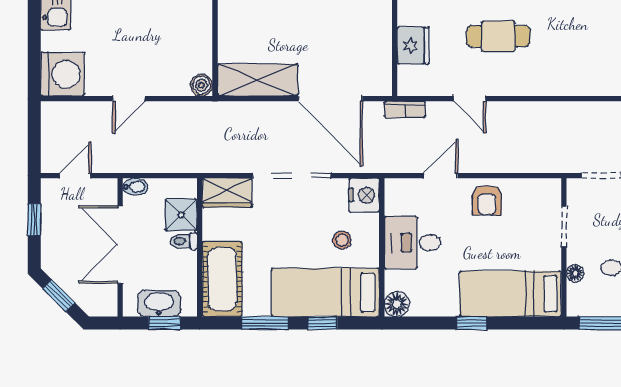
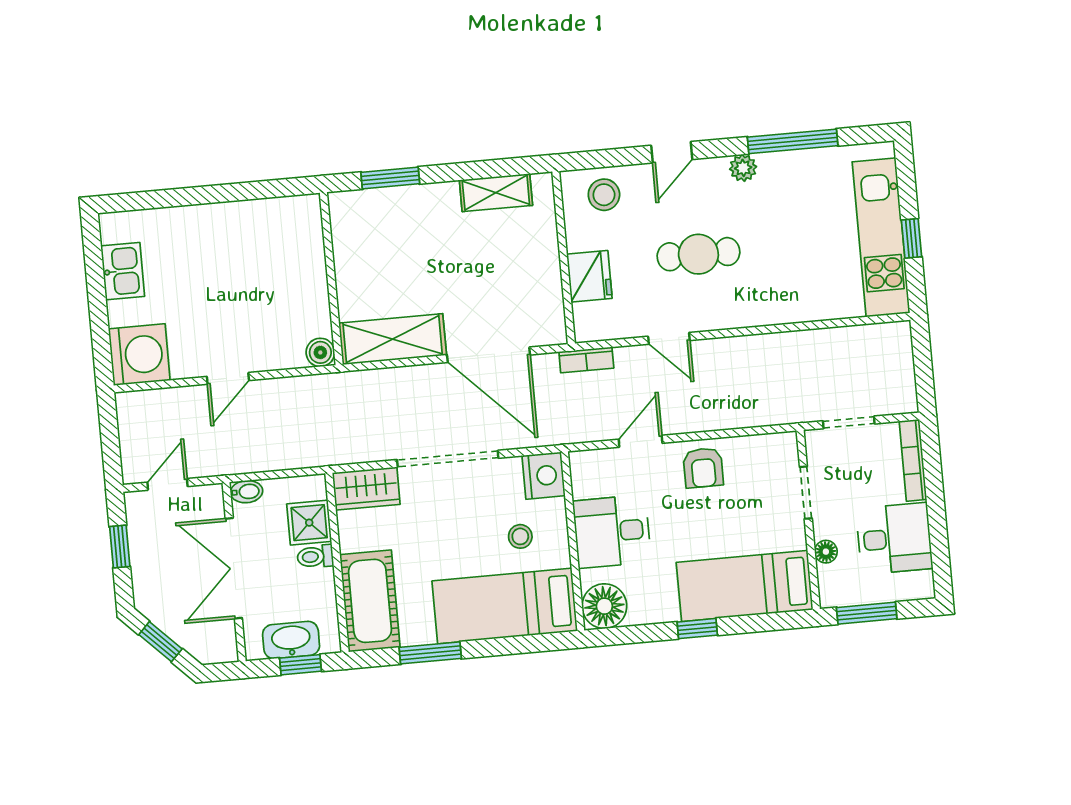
floor lamp: (397, 304) -> (604, 606), width x1.38, depth x1.38
window: (323, 323) -> (505, 646), removed

